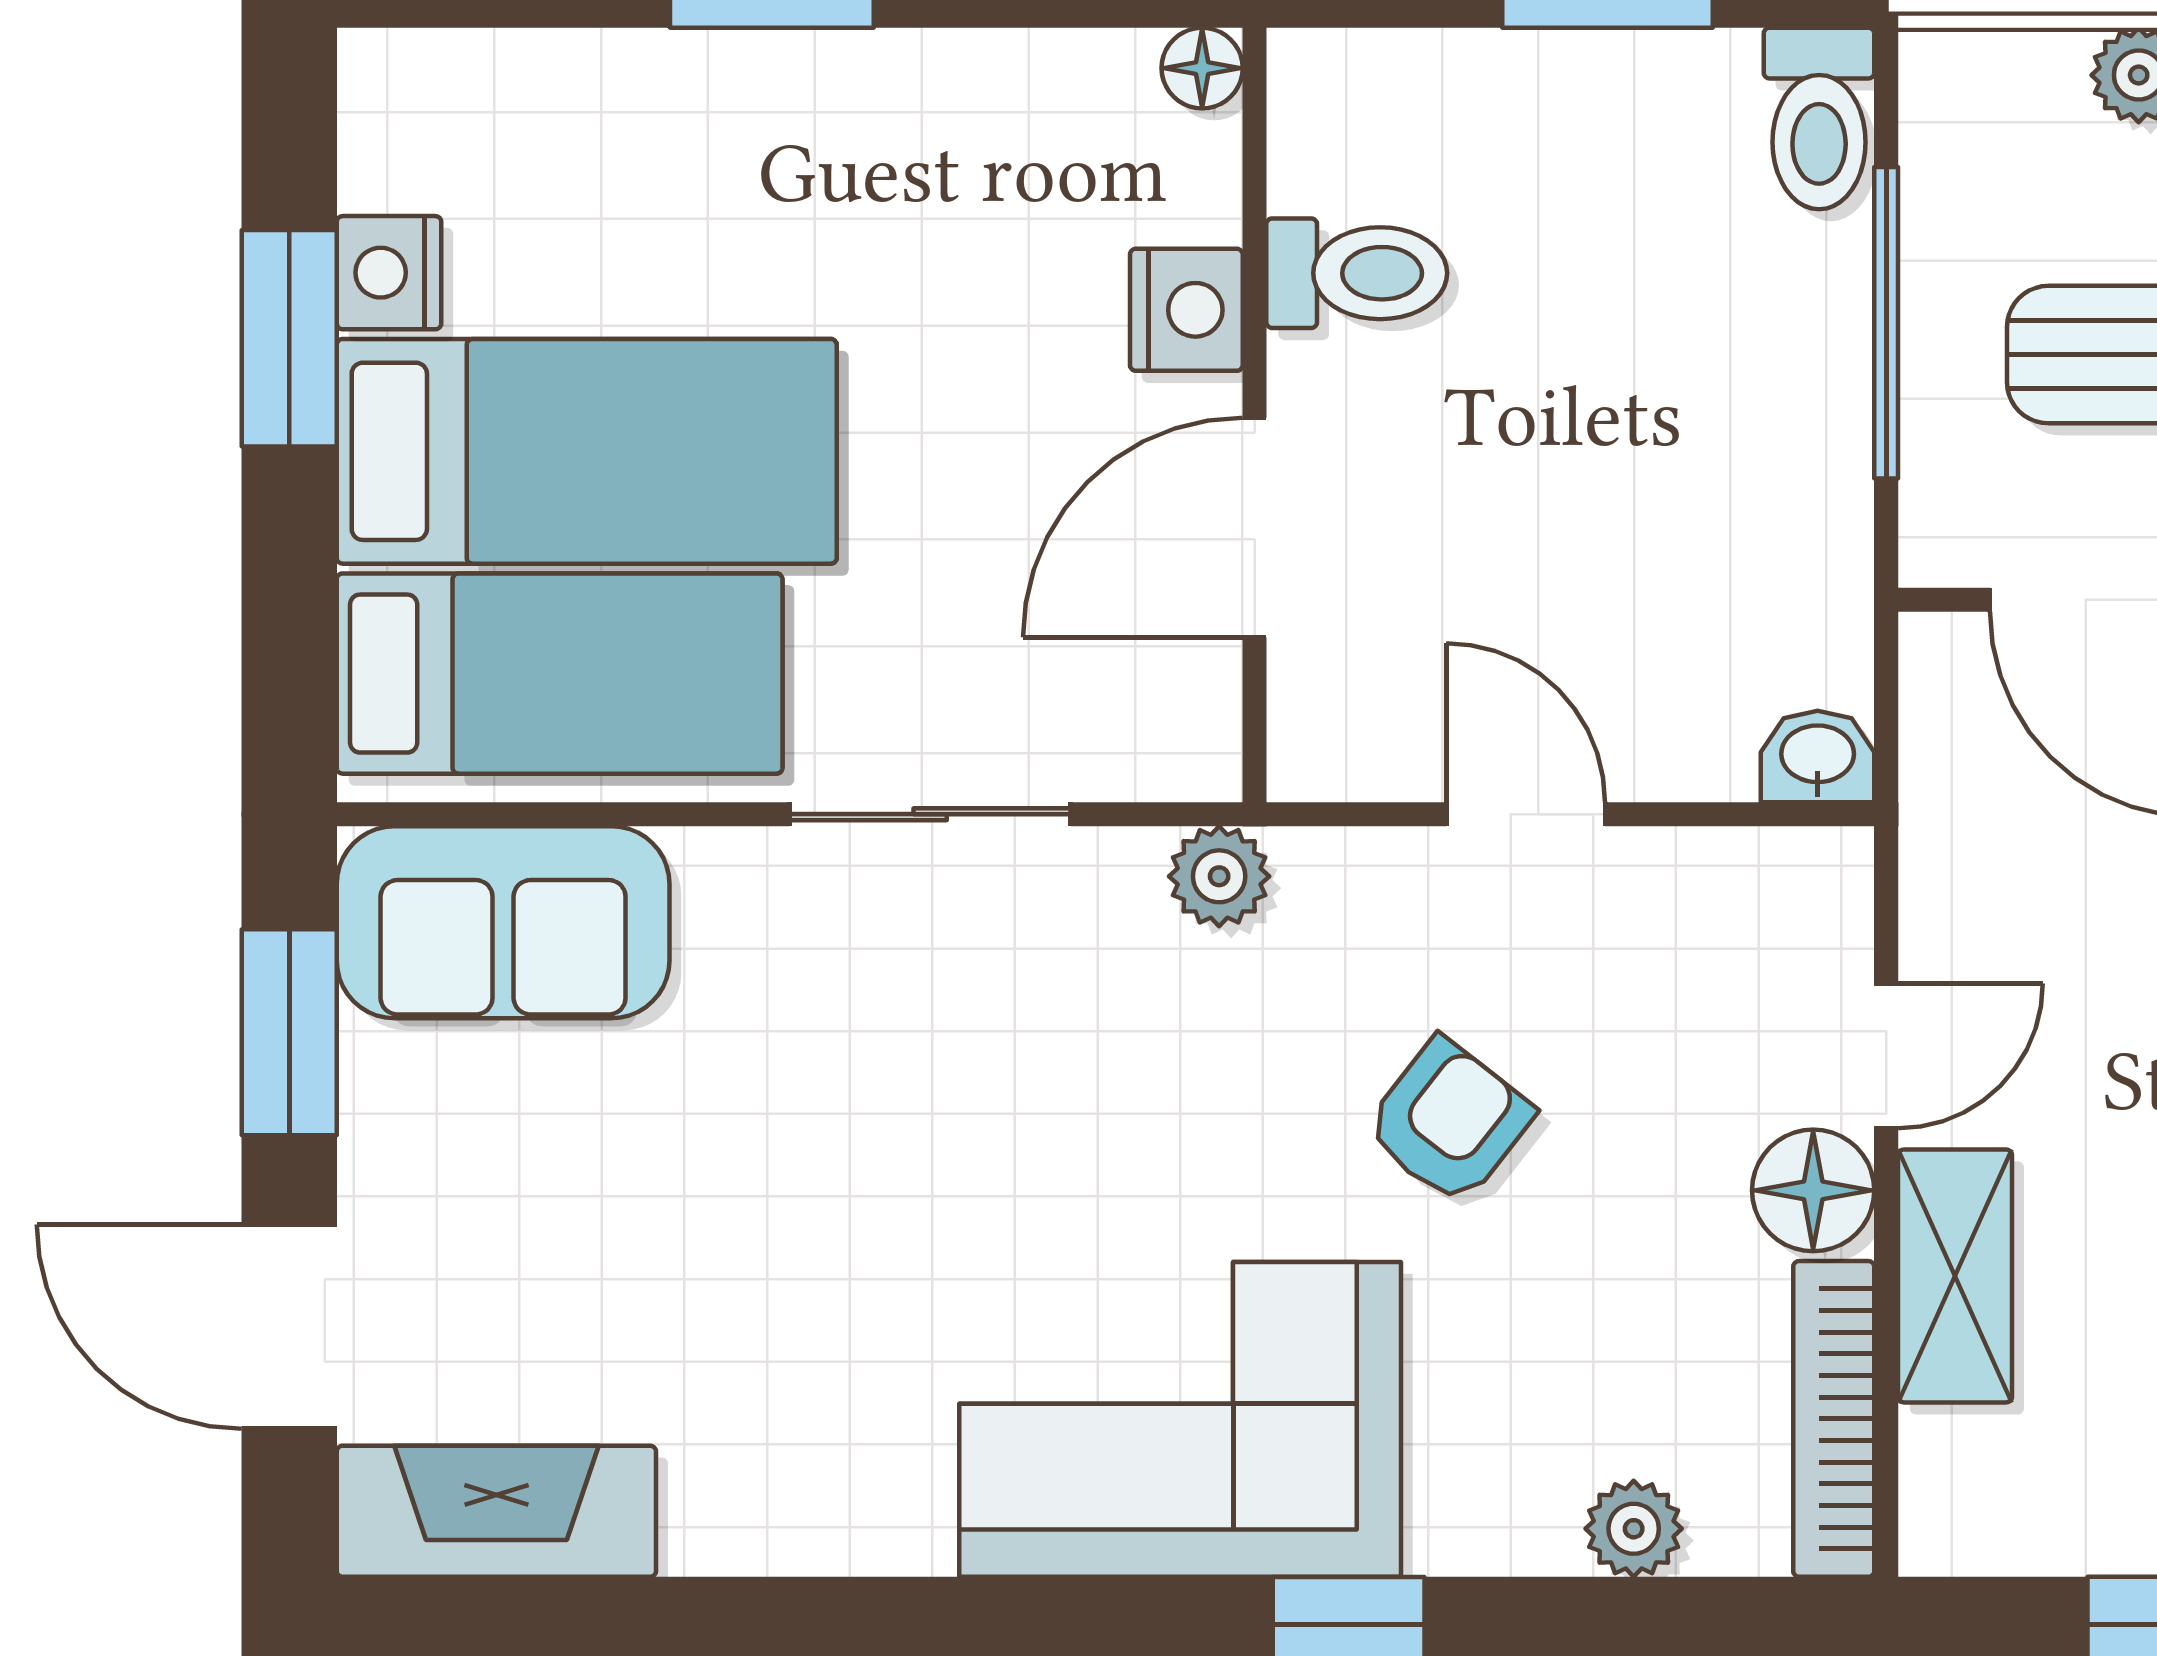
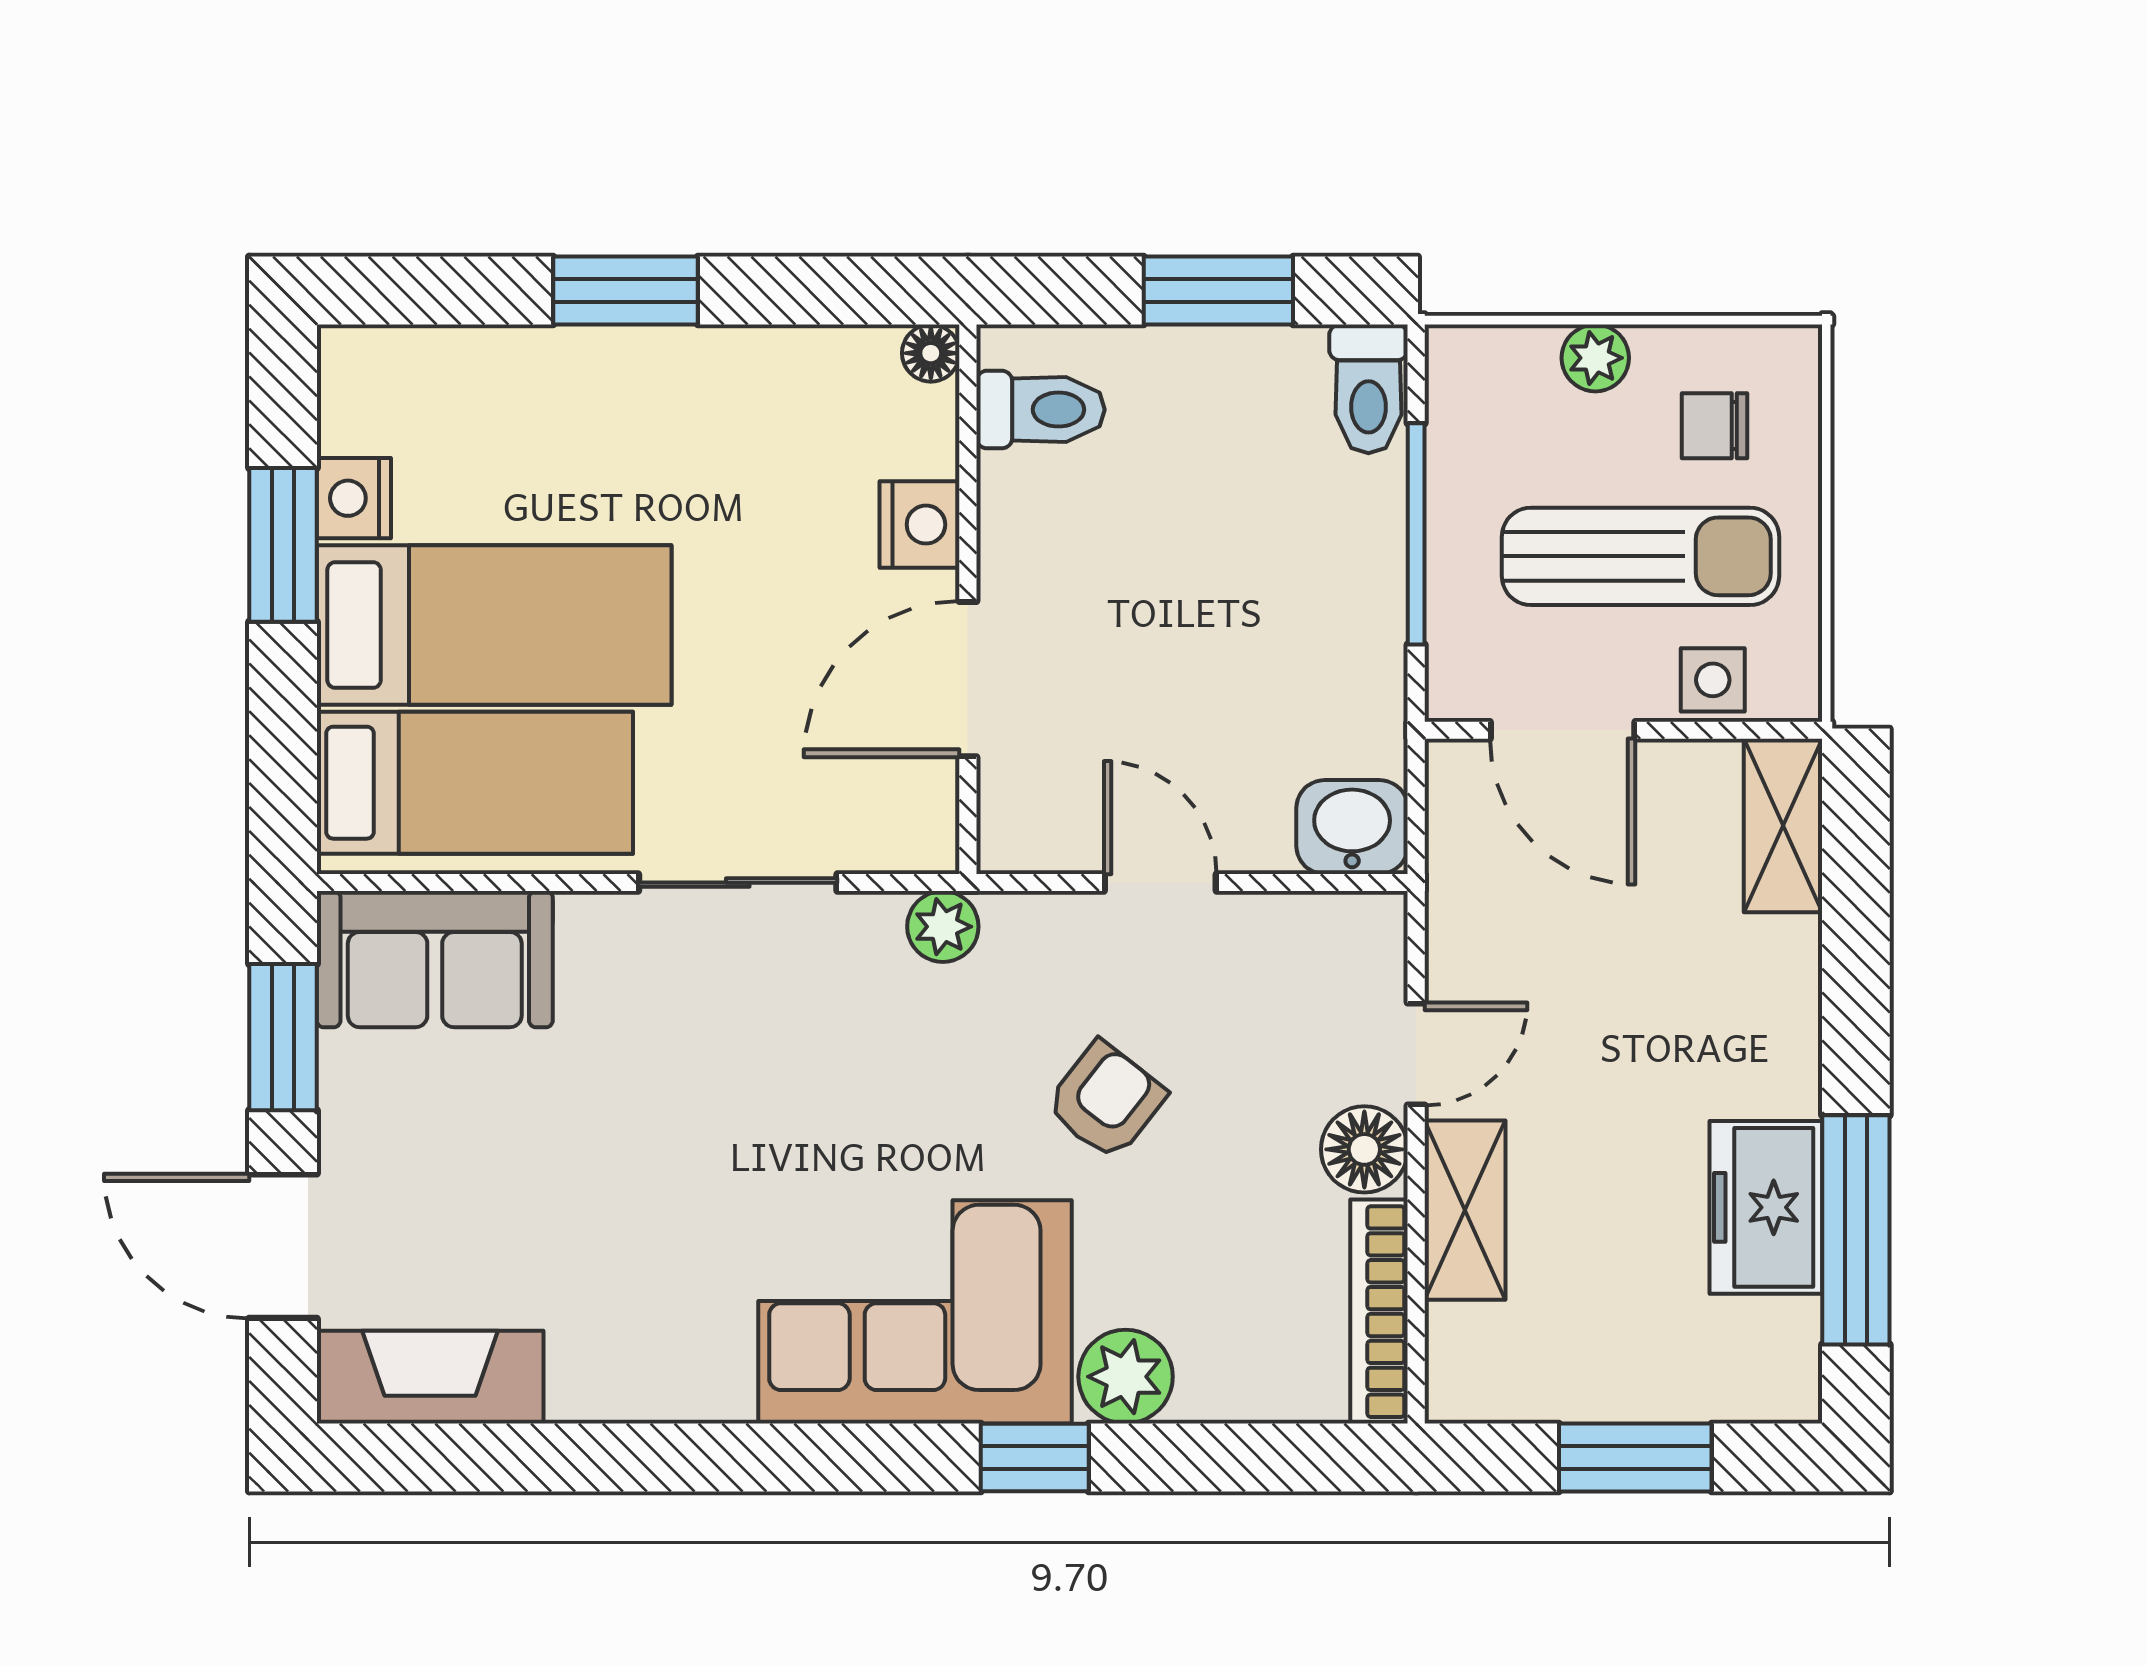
toilet: (1357, 273) -> (1040, 410), moved
washbasin: (1818, 757) -> (1352, 827), width x1.38, depth x1.45
plant: (1634, 1529) -> (1126, 1377), moved, width x1.38, depth x1.38

